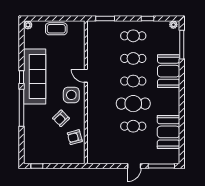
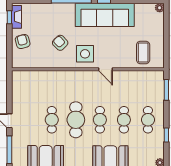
coffee table: (56, 29) -> (143, 52), moved
door: (86, 76) -> (105, 69), swing flipped
armchair: (75, 137) -> (23, 42), moved
fireplace: (37, 159) -> (17, 17), added

